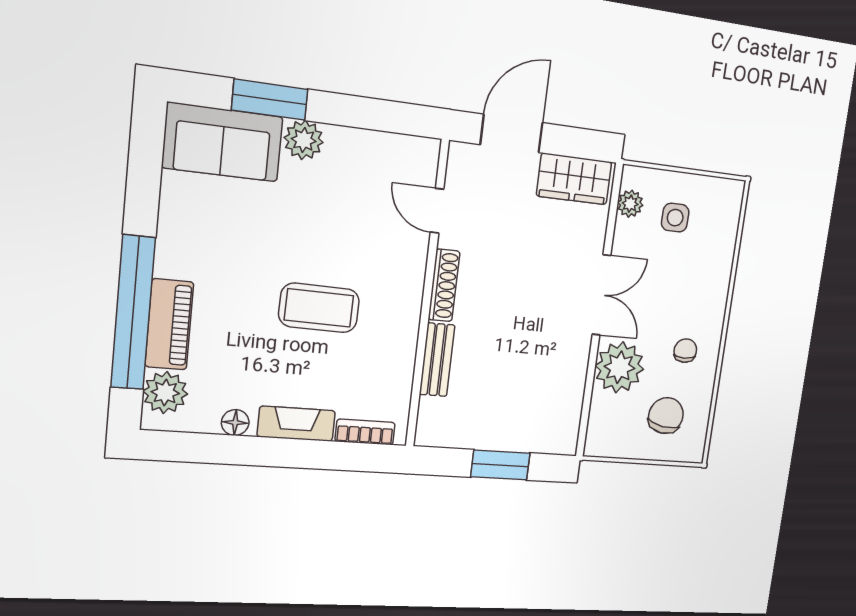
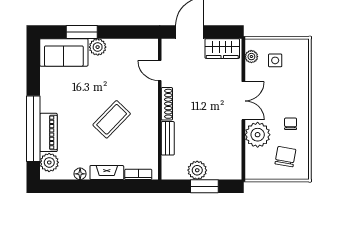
coffee table: (319, 308) -> (112, 119), turned -47
plant: (490, 431) -> (197, 170), added

